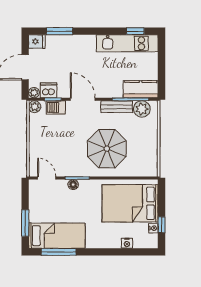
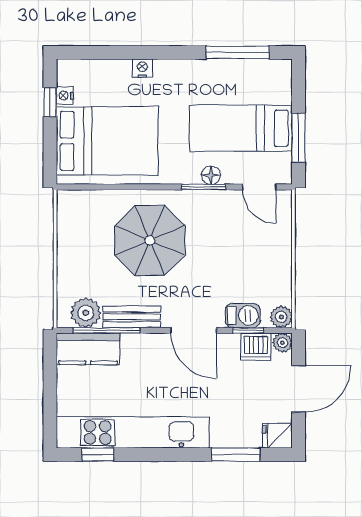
kitchen unit: (127, 43) -> (133, 432), width x1.36
window: (25, 223) -> (298, 138), moved
bed: (57, 236) -> (241, 128), moved
nightstand: (127, 243) -> (142, 68), moved

